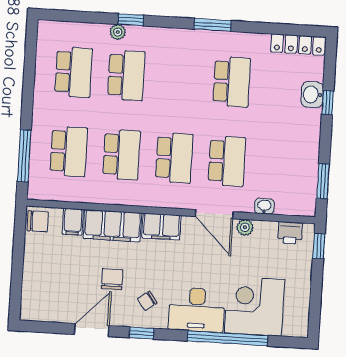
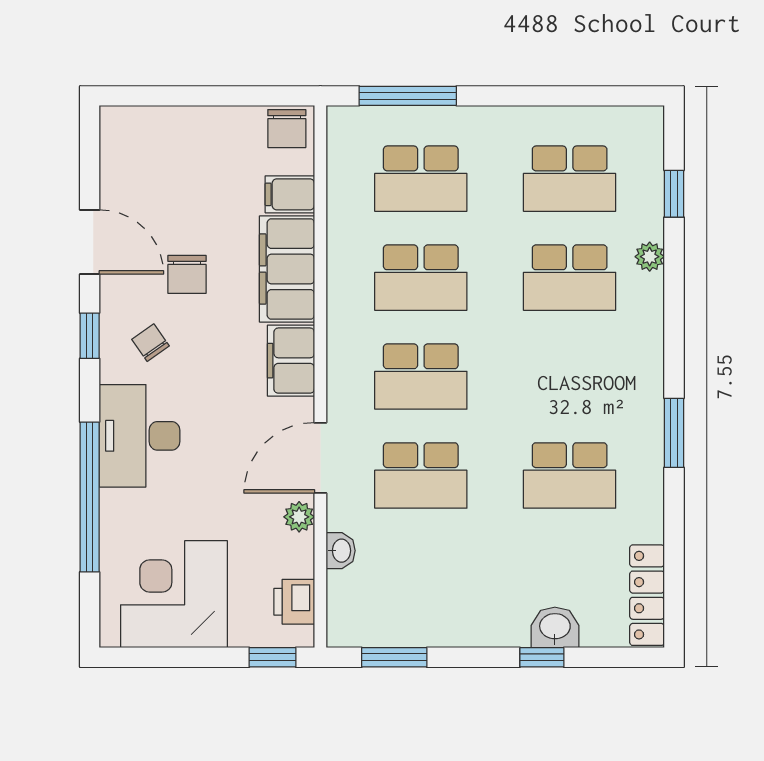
window: (131, 20) -> (674, 194), moved
chair: (112, 279) -> (187, 274), turned 90
corner desk: (254, 306) -> (174, 594), moved, turned -90

